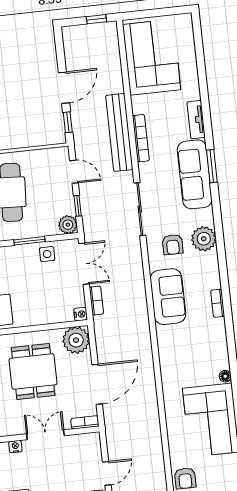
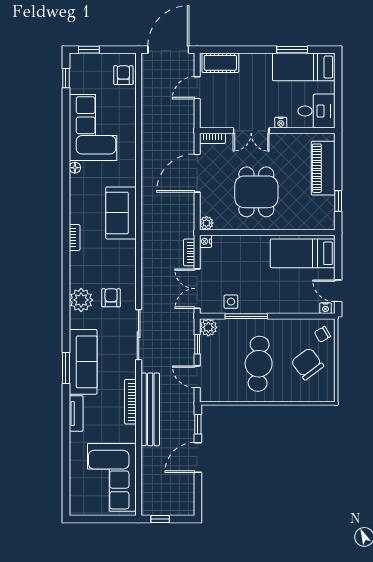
window: (29, 241) -> (246, 316), width x1.44
sofa: (168, 297) -> (121, 213), moved
plant: (76, 340) -> (206, 223), width x0.53, depth x0.53

